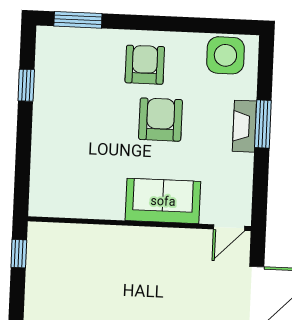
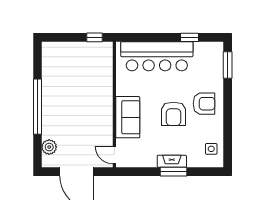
side table: (225, 55) -> (211, 149), width x0.54, depth x0.54
armchair: (160, 120) -> (173, 114), turned 90
bar counter: (57, 145) -> (157, 56), added

